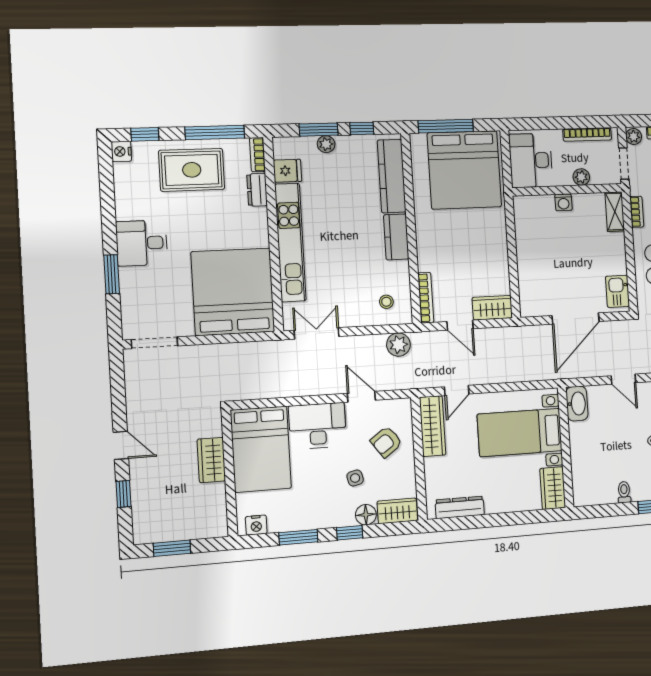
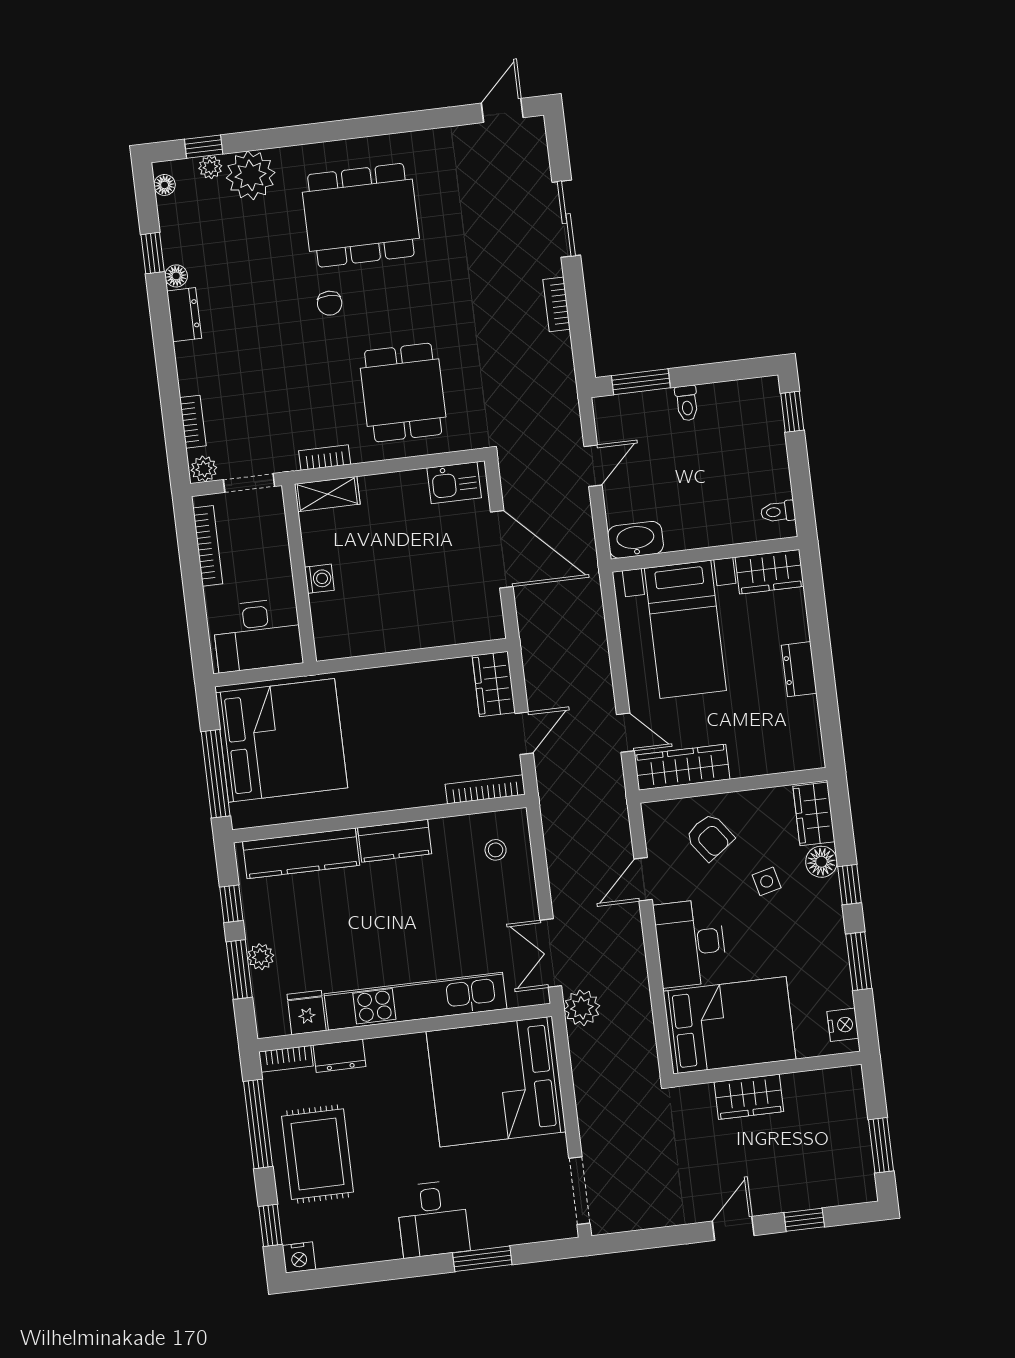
plant: (581, 177) -> (277, 552), removed
plant: (398, 345) -> (582, 1008), moved
toilet: (624, 492) -> (778, 512), moved
dresser: (460, 507) -> (799, 669), moved, width x0.70

